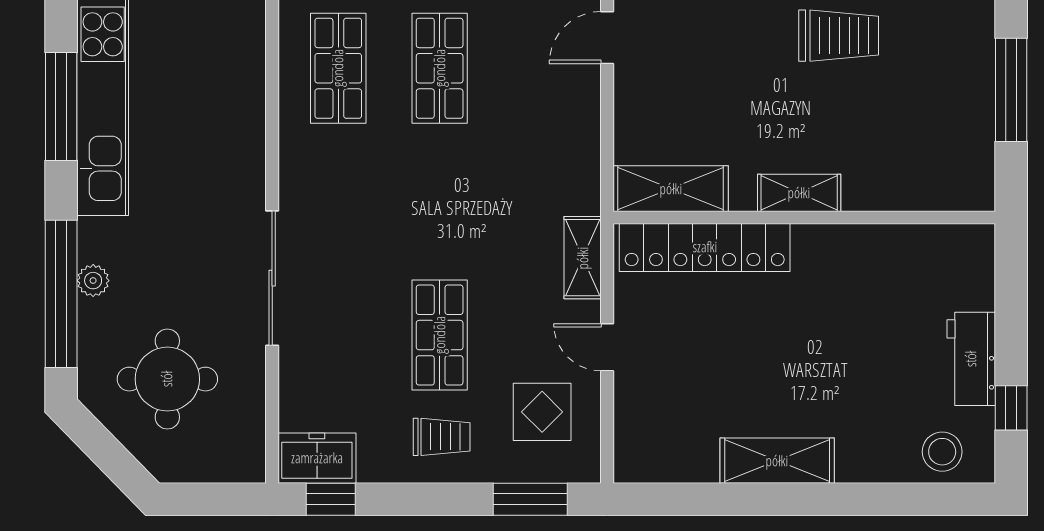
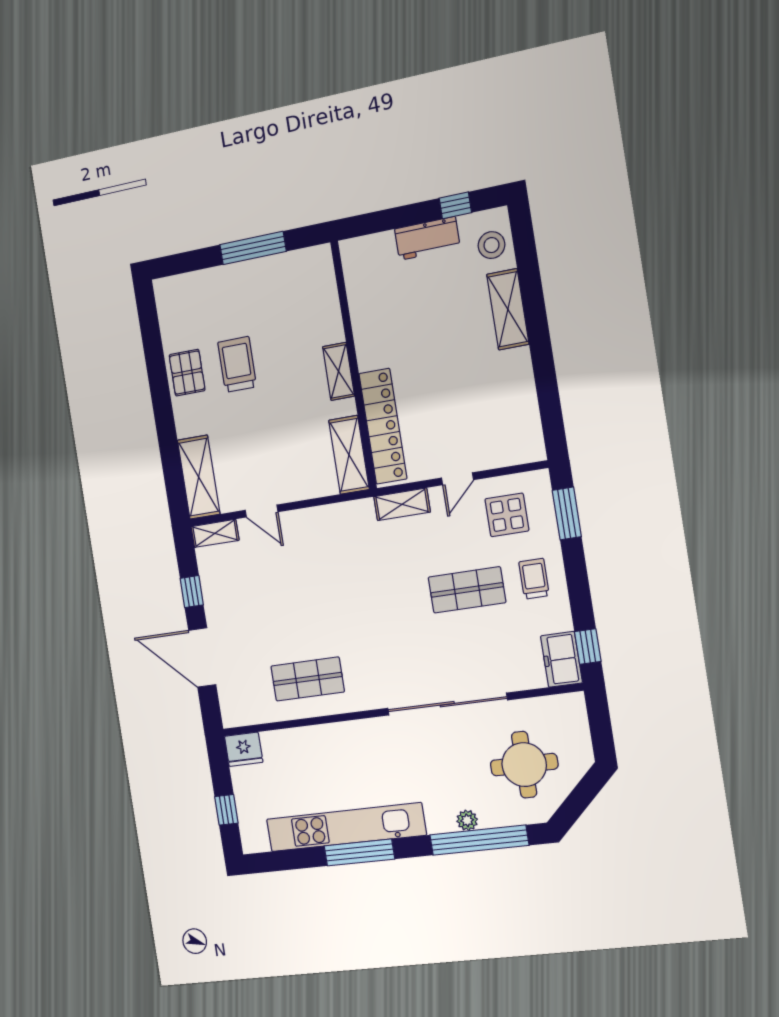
shop shelf: (440, 68) -> (297, 615), removed
sliding door: (272, 278) -> (447, 704), width x1.36
shelving: (777, 461) -> (508, 309), moved

